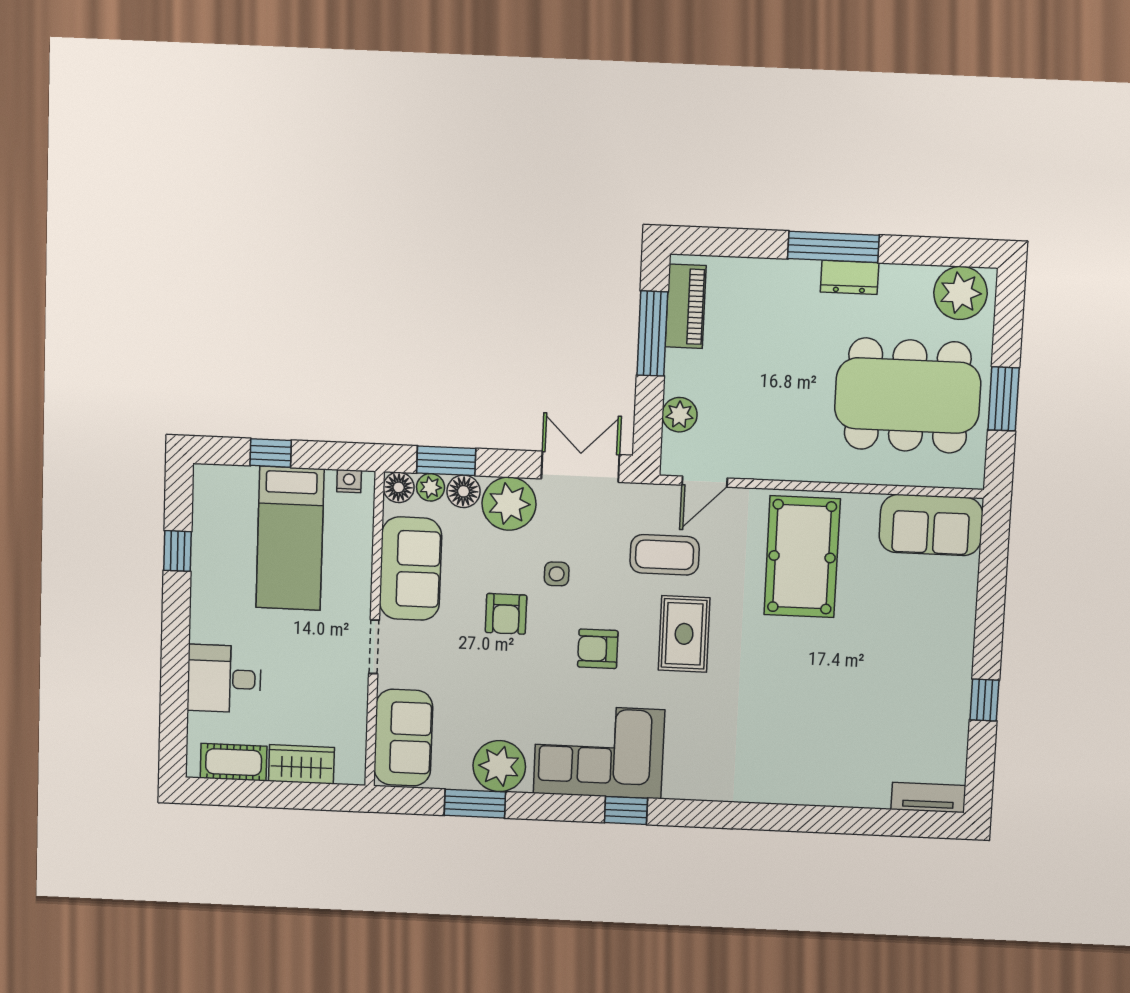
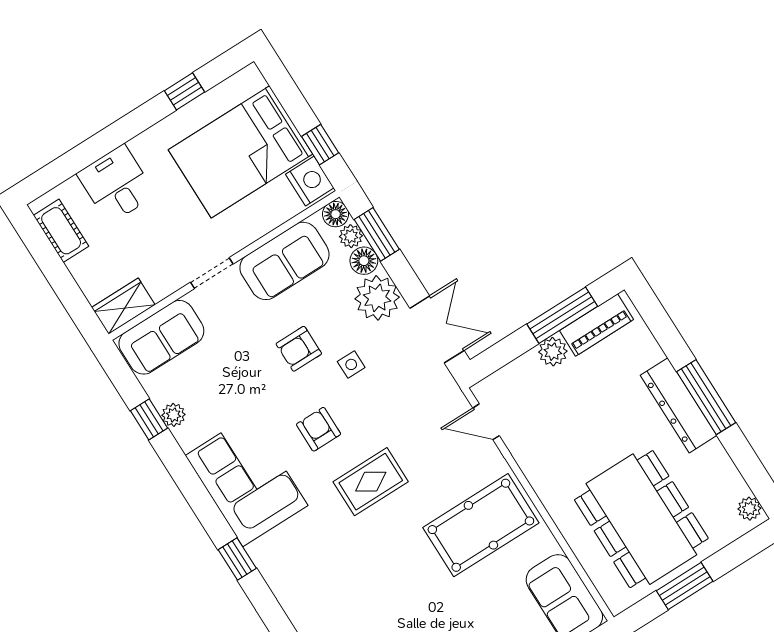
dresser: (850, 277) -> (679, 405), width x1.96, depth x1.24
plant: (960, 293) -> (749, 509), width x0.53, depth x0.53
plant: (680, 415) -> (553, 352), moved
window: (271, 453) -> (320, 145), moved
nightstand: (349, 481) -> (310, 181), width x1.89, depth x1.79
bed: (290, 538) -> (240, 152), width x1.50
coffee table: (665, 555) -> (416, 430), removed
wardrobe: (301, 764) -> (123, 306), moved, turned -90
plant: (499, 766) -> (173, 415), width x0.53, depth x0.53
window: (475, 804) -> (149, 419), width x0.67
window: (626, 810) -> (237, 559), moved

